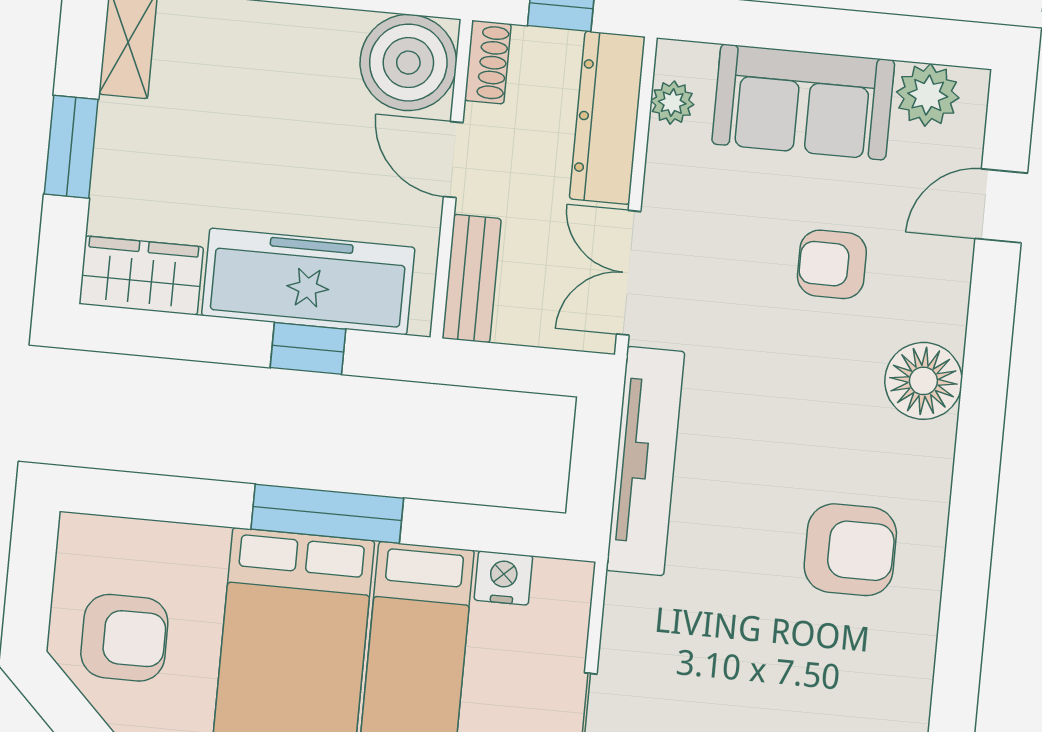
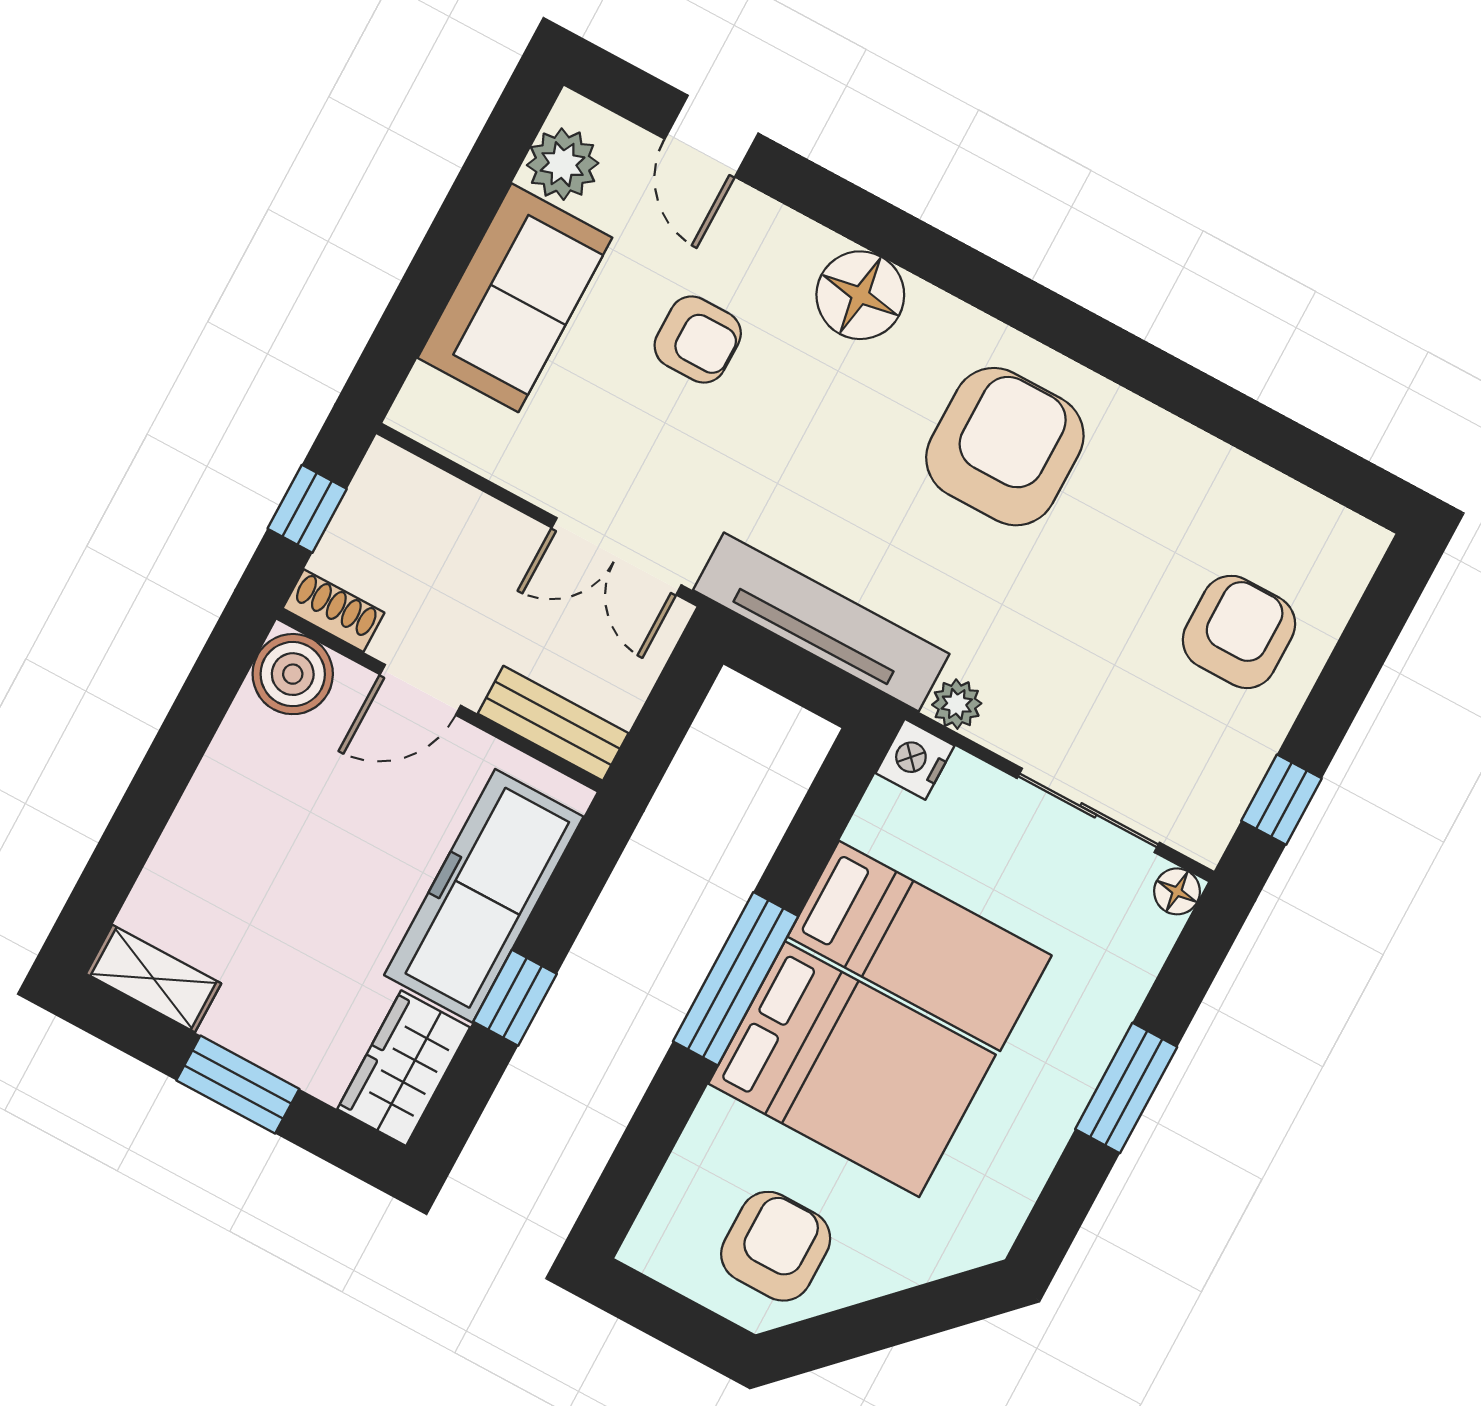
boiler: (408, 63) -> (293, 674), width x0.73, depth x0.73
plant: (672, 103) -> (957, 704), moved
dresser: (607, 118) -> (445, 510), removed
armchair: (832, 264) -> (698, 340), turned -90
window: (308, 348) -> (515, 998), moved
armchair: (850, 550) -> (1005, 447), width x1.36, depth x1.36
nightstand: (503, 578) -> (915, 759), moved

